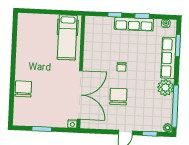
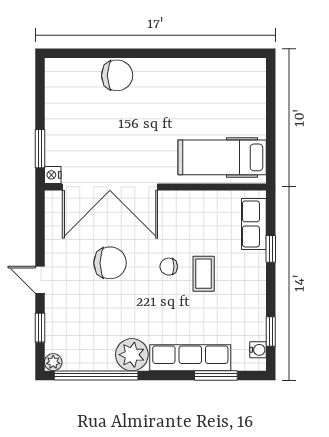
window: (142, 16) -> (271, 332), moved
row of seats: (134, 24) -> (254, 224), moved, width x0.68
coffee table: (126, 49) -> (204, 274), added
window: (42, 129) -> (40, 149), moved

